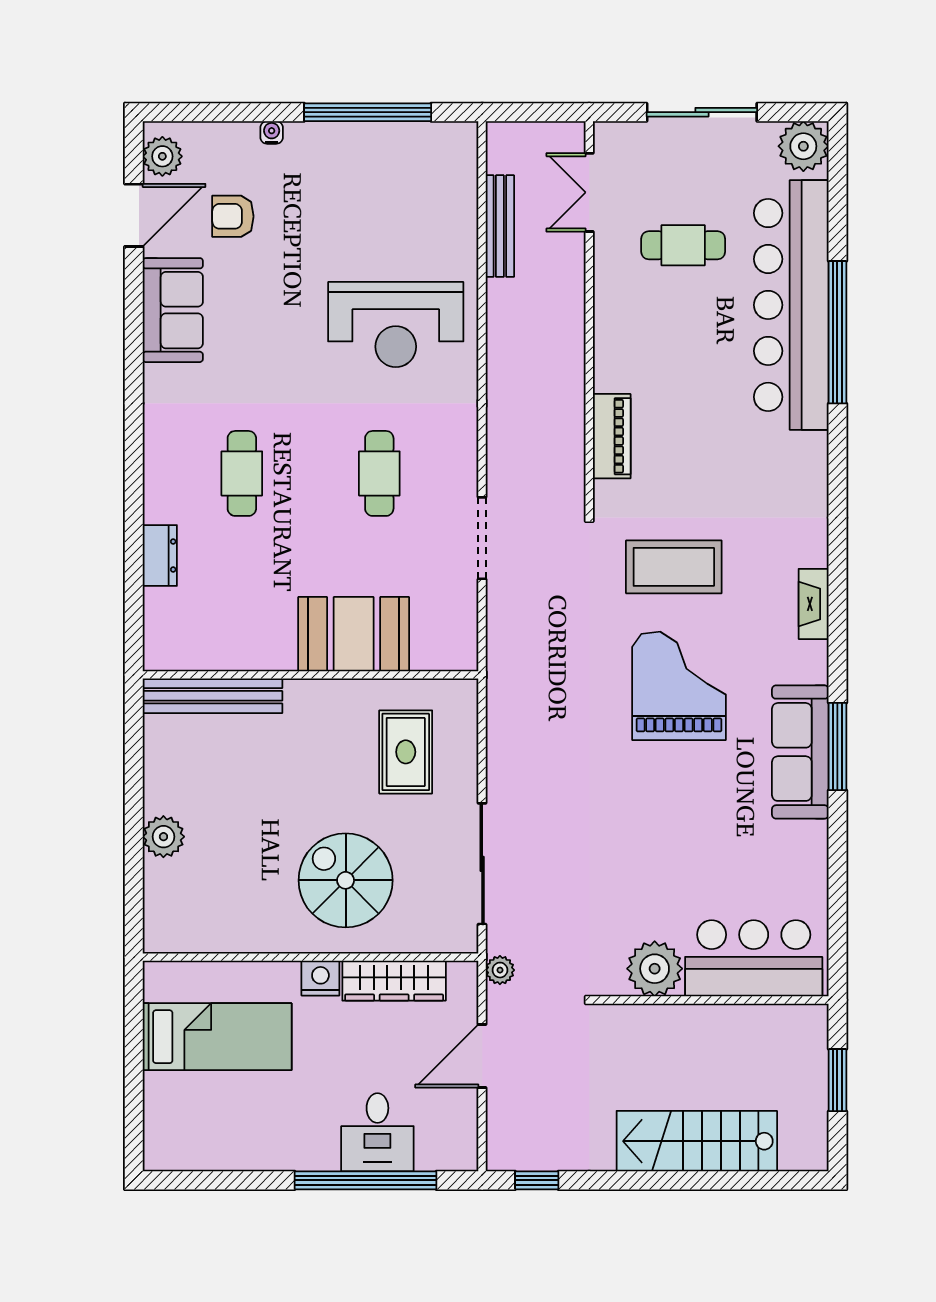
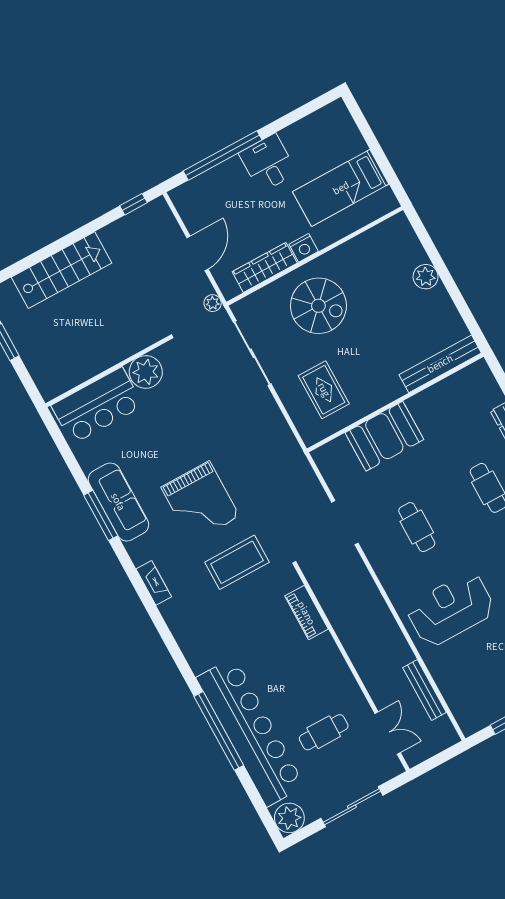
bar counter: (754, 958) -> (97, 406), moved
plant: (655, 969) -> (146, 372), moved
wall: (711, 1000) -> (108, 372), moved
desk: (377, 1132) -> (268, 163), moved

